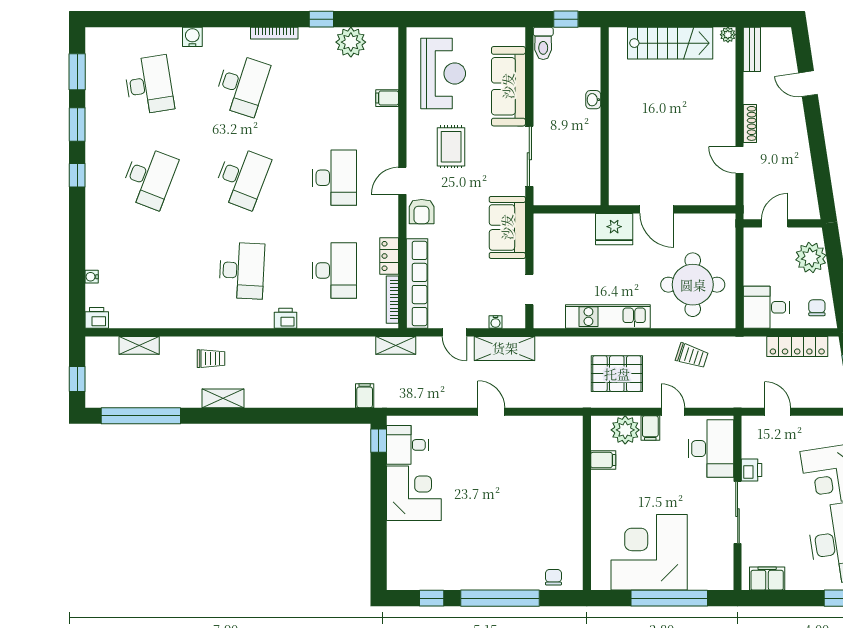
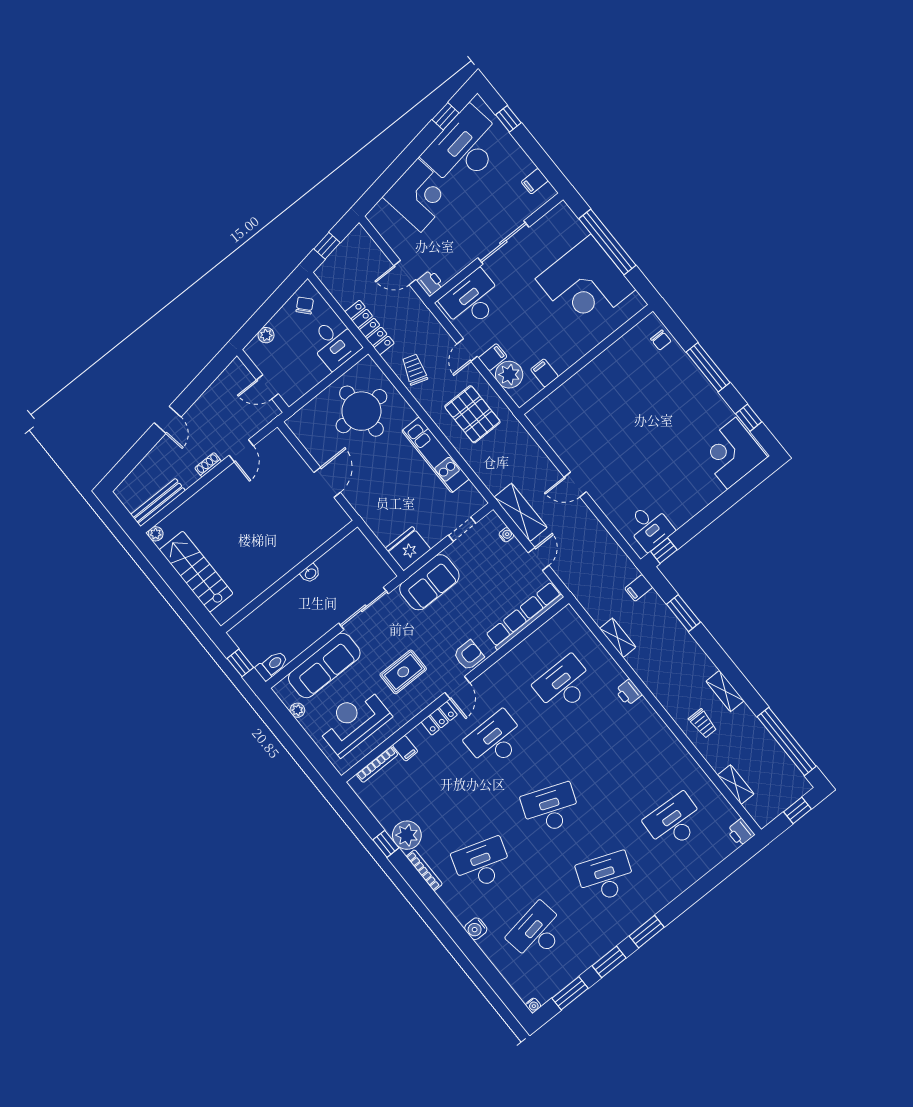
plant: (489, 35) -> (297, 710), added
plant: (351, 42) -> (407, 835), moved
bench: (752, 49) -> (158, 502), width x1.36
door: (808, 84) -> (168, 420), moved
washbasin: (593, 100) -> (310, 573), moved
shoe rack: (750, 123) -> (208, 465), width x0.70
window: (77, 175) -> (647, 932), width x1.50
door: (402, 181) -> (457, 688), hinge flipped
fridge: (614, 229) -> (408, 549), moved, turned -90
locker: (389, 256) -> (439, 718), moved
plant: (811, 258) -> (266, 335), width x0.53, depth x0.53
desk: (242, 271) -> (674, 822), moved
water cooler: (92, 277) -> (533, 1005), moved
bookcase: (392, 300) -> (377, 764), moved
chair: (817, 308) -> (305, 305), turned 138
shelving: (396, 345) -> (618, 638), moved
locker: (797, 346) -> (369, 327), moved
trolley: (211, 359) -> (703, 724), turned 180
door: (491, 412) -> (575, 484), hinge flipped
door: (778, 412) -> (405, 273), hinge flipped
window: (314, 416) -> (683, 613), added
printer: (752, 470) -> (430, 283), moved, turned 90
corner desk: (414, 493) -> (732, 453), moved
chair: (553, 577) -> (661, 340), turned -90
filing cabinet: (767, 579) -> (535, 181), width x0.50
window: (500, 598) -> (708, 367), width x0.68

